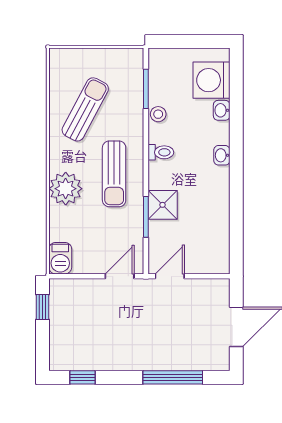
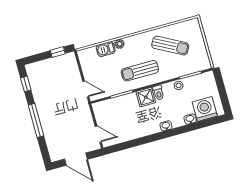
plant: (66, 189) -> (119, 44), width x0.53, depth x0.53
shower: (163, 205) -> (146, 97), moved
barbecue: (60, 258) -> (106, 49), moved
door: (170, 276) -> (98, 134), moved
window: (173, 377) -> (36, 120), moved

